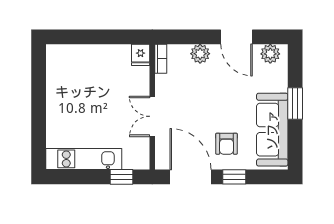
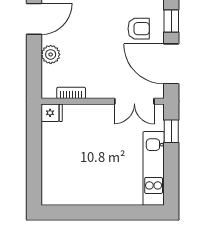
bookcase: (161, 59) -> (71, 93), moved
double door: (152, 116) -> (134, 101), moved
door: (191, 177) -> (171, 64), hinge flipped

